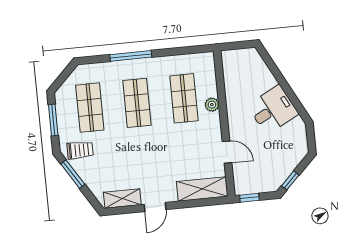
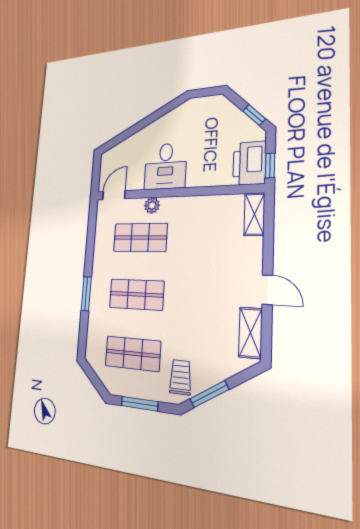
window: (131, 56) -> (86, 294), width x0.69
desk: (273, 110) -> (165, 166), moved, turned -152
door: (227, 152) -> (114, 195), moved
printer: (251, 182) -> (249, 163), added
shelving: (202, 189) -> (254, 214), width x0.67, depth x0.75

